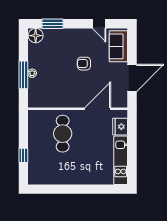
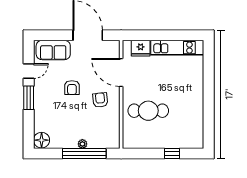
window: (52, 24) -> (29, 98), moved
window: (23, 75) -> (84, 154), width x1.46
armchair: (73, 90) -> (100, 100), added

